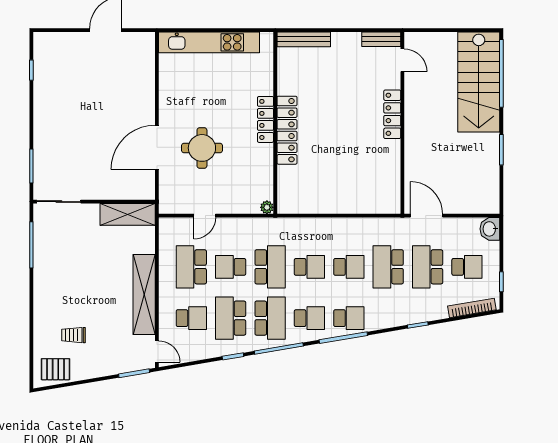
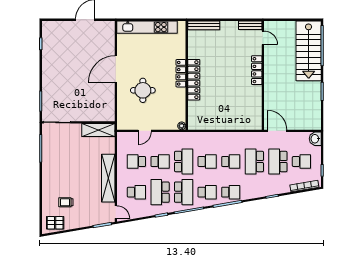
door: (157, 147) -> (116, 69), moved
school desk: (191, 267) -> (136, 161), width x0.54
school desk: (231, 267) -> (160, 161), turned 180

